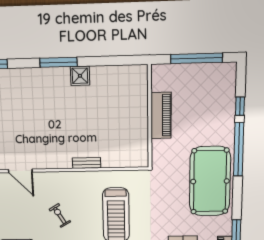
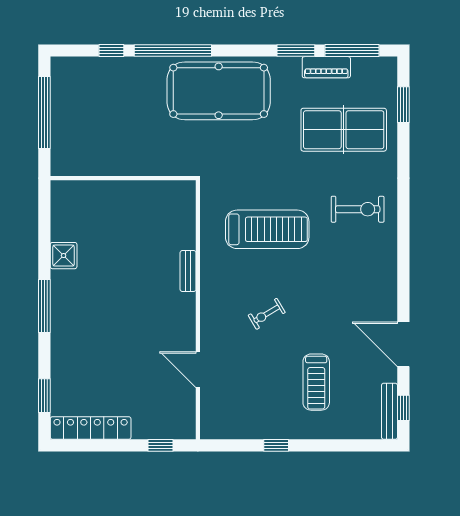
shower: (80, 76) -> (64, 256), moved
piano: (161, 115) -> (122, 162), removed
door: (20, 171) -> (198, 370), swing flipped

